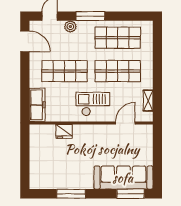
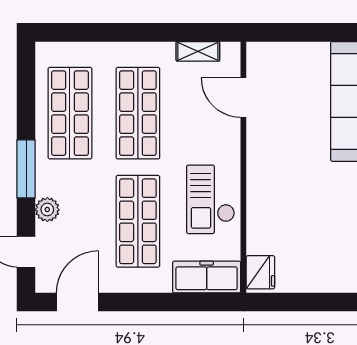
checkout: (93, 104) -> (211, 199), moved
fridge: (64, 131) -> (260, 272), moved

